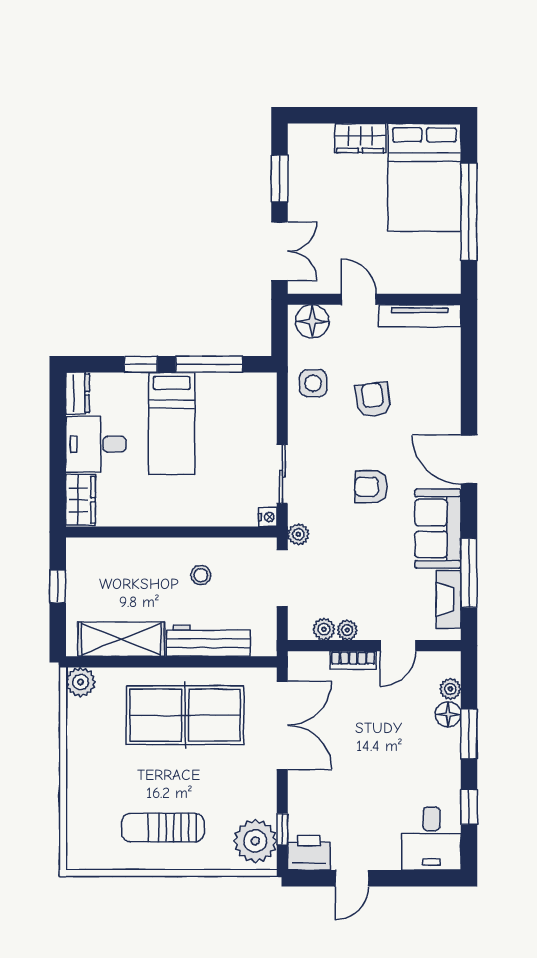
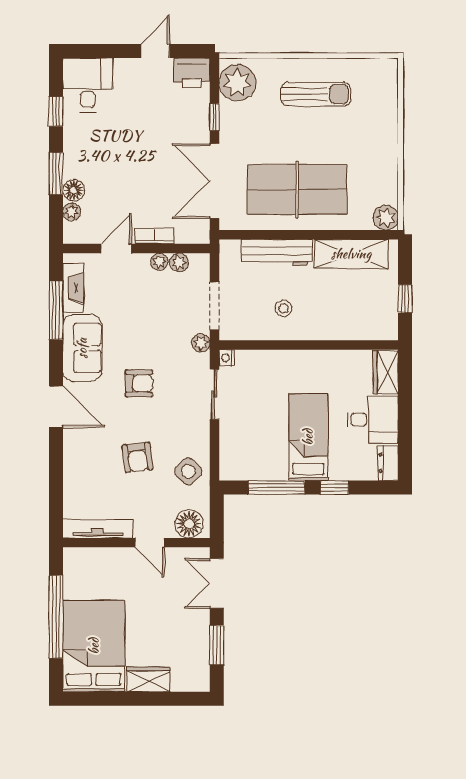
side table: (313, 383) -> (188, 471), turned 45
window: (282, 829) -> (214, 117), moved

